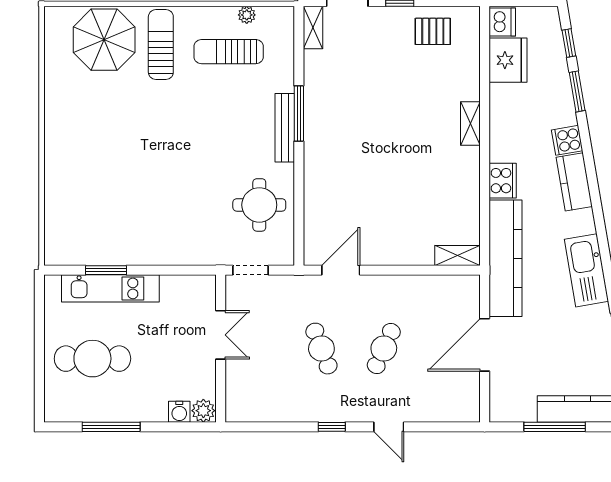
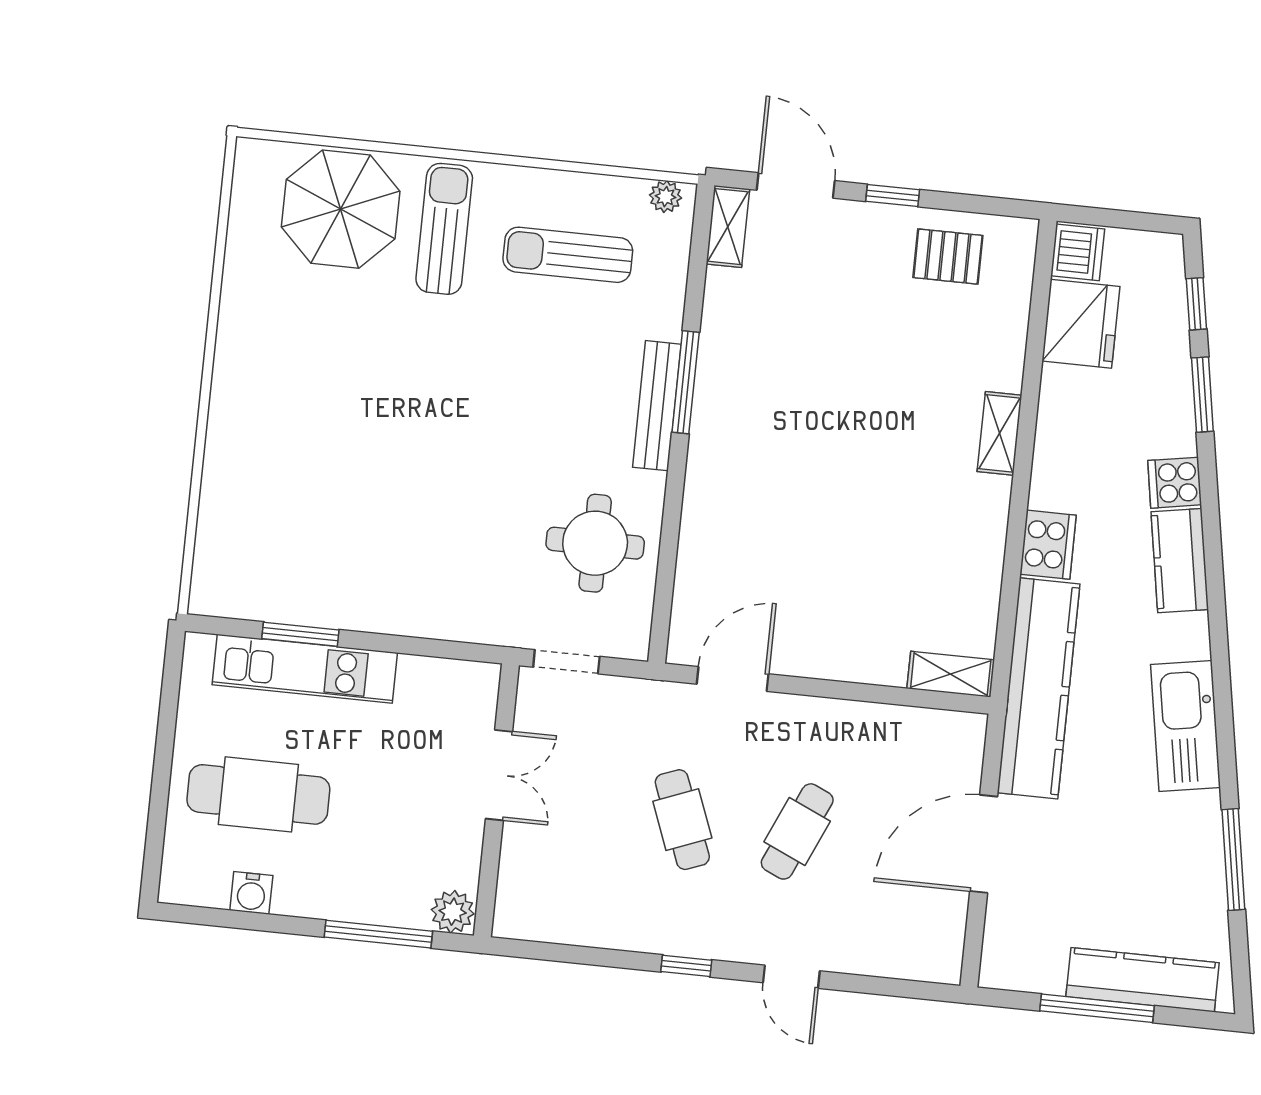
plant: (247, 15) -> (666, 197), moved
water cooler: (179, 412) -> (251, 893), moved
window: (111, 427) -> (378, 934), moved

